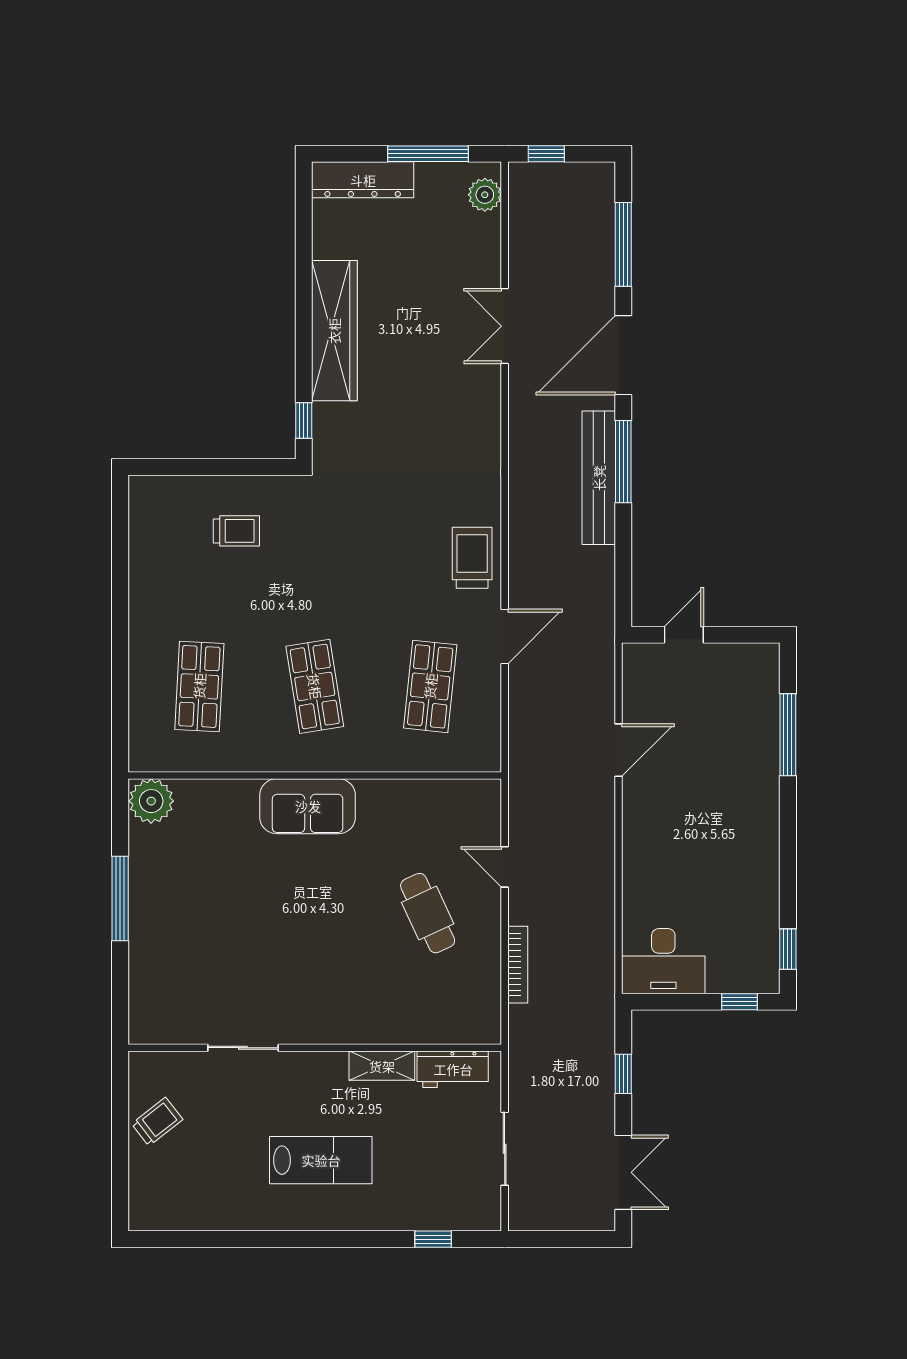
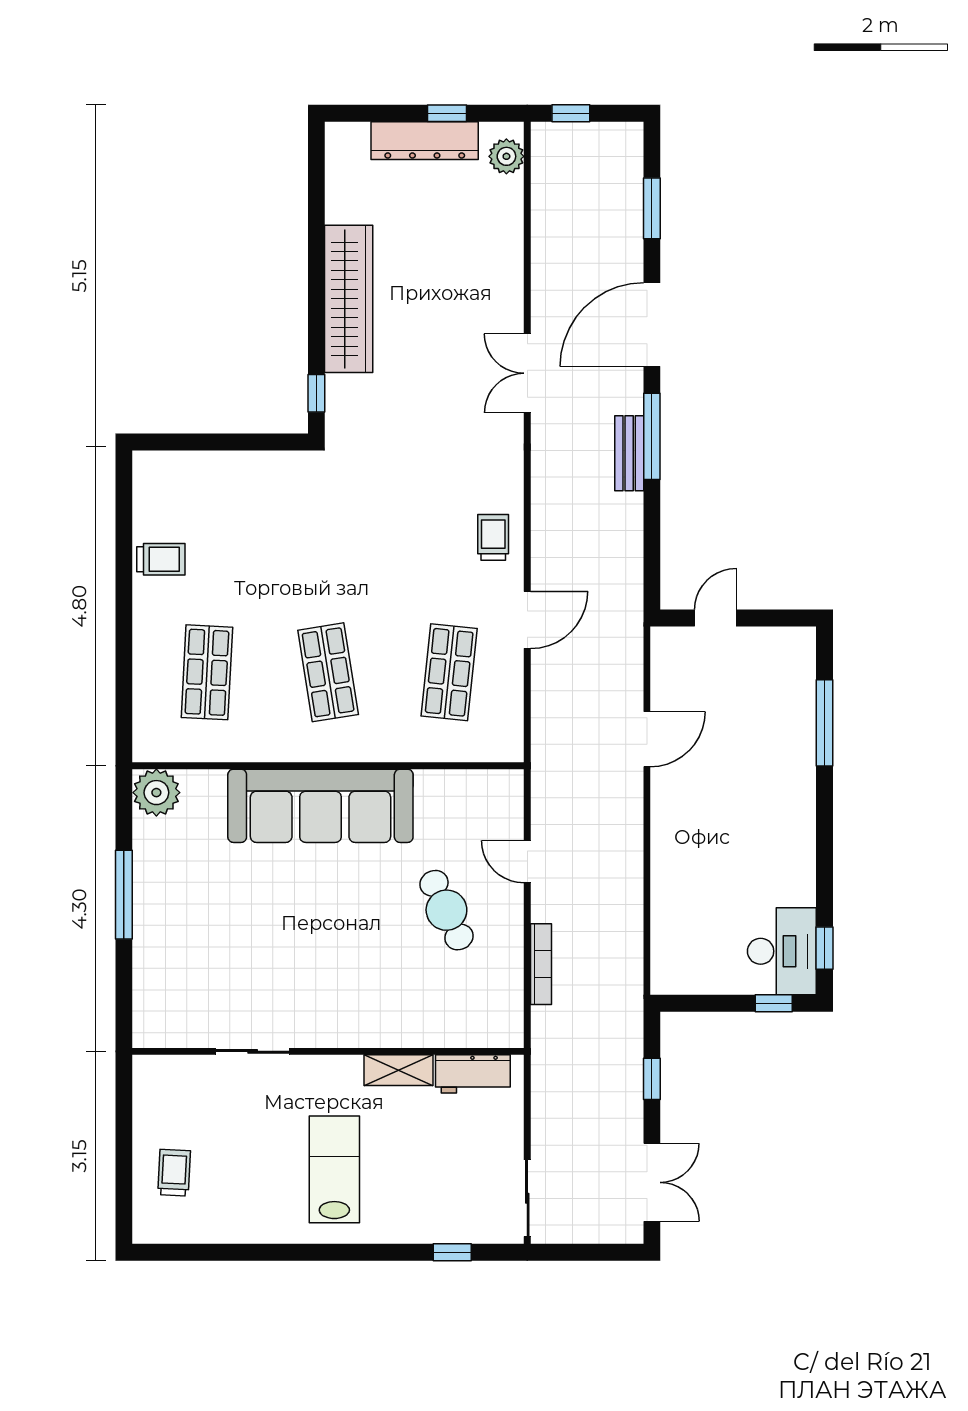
window: (428, 154) -> (447, 113), width x0.46
dresser: (363, 180) -> (425, 141), moved
window: (623, 244) -> (652, 208), width x0.69
double door: (505, 326) -> (527, 373), moved
bench: (599, 478) -> (629, 453), width x0.54, depth x0.82
trolley: (236, 531) -> (161, 559), moved
trolley: (472, 558) -> (493, 537), width x0.73, depth x0.72
sofa: (308, 806) -> (320, 806), width x1.85, depth x1.27
desk: (663, 961) -> (782, 951), moved, turned -90
trolley: (157, 1122) -> (174, 1173), moved, turned -49
sliding door: (505, 1149) -> (527, 1198), moved
lab bench: (321, 1160) -> (334, 1169), turned -90

